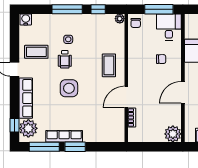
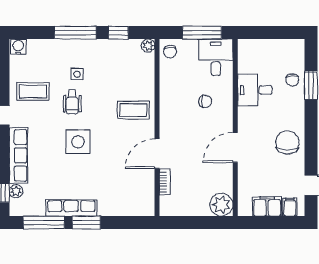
coffee table: (109, 65) -> (133, 110), turned 90
plant: (28, 128) -> (16, 191), width x0.53, depth x0.53

